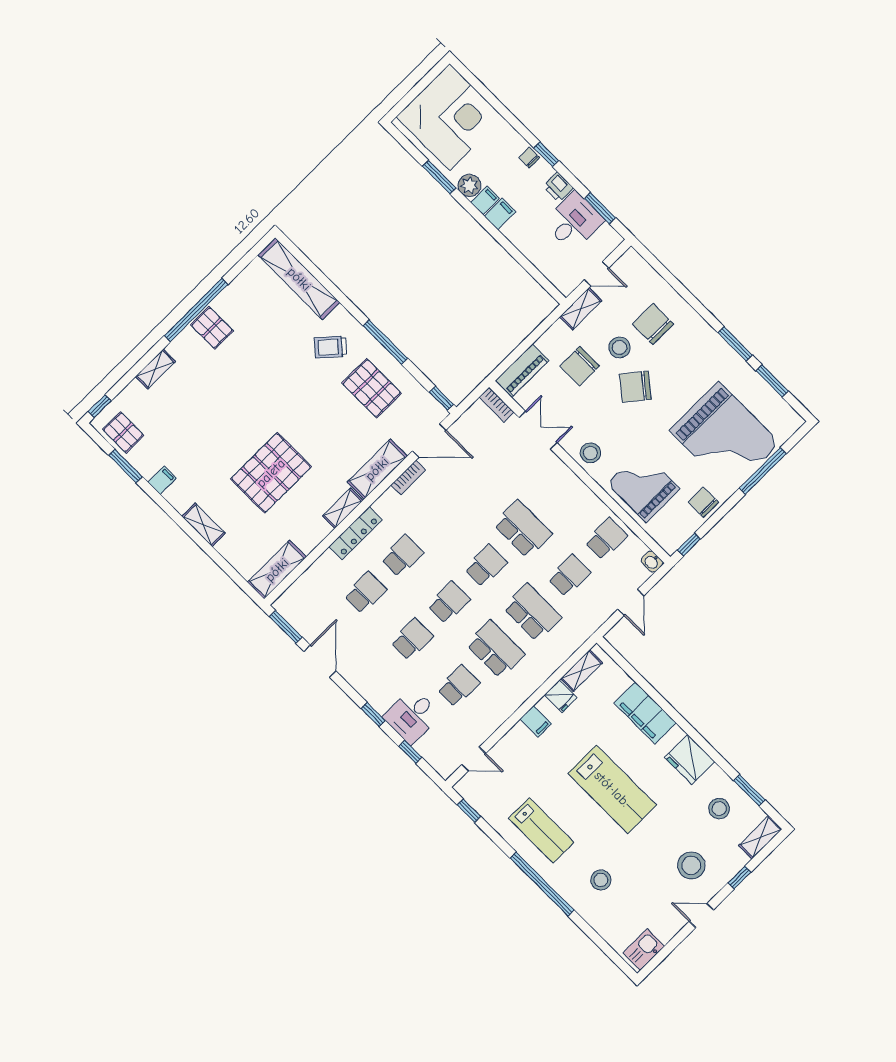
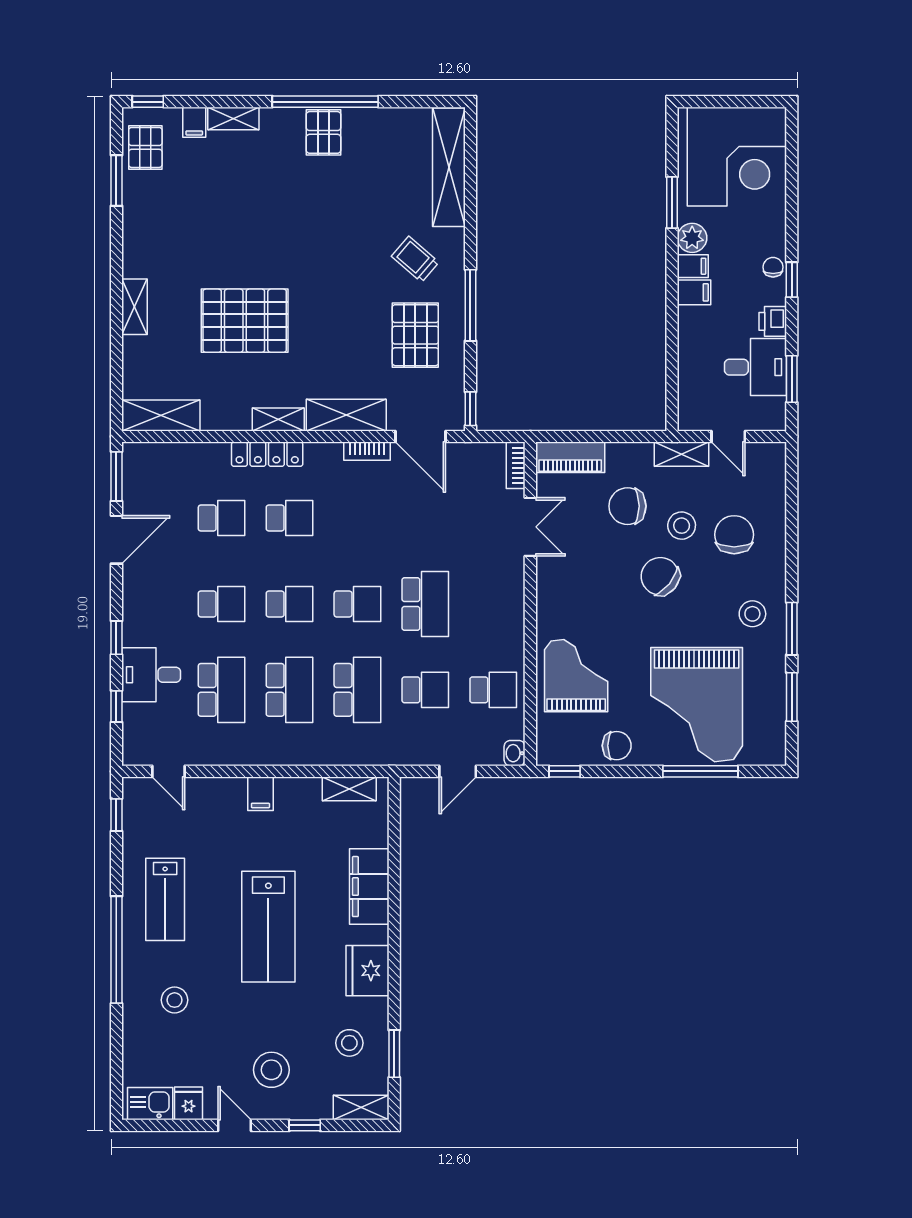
stool: (590, 453) -> (752, 614), moved
filing cabinet: (162, 480) -> (194, 122), moved, turned 90
chair: (703, 502) -> (617, 746), turned 90
school desk: (458, 686) -> (222, 690), width x1.85
fridge: (561, 696) -> (189, 1103), moved, turned 180

